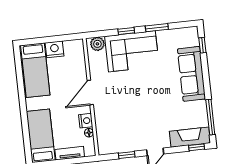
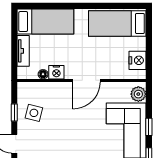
nightstand: (55, 49) -> (138, 60), moved
door: (90, 93) -> (86, 80), swing flipped
side table: (125, 137) -> (34, 113), added

